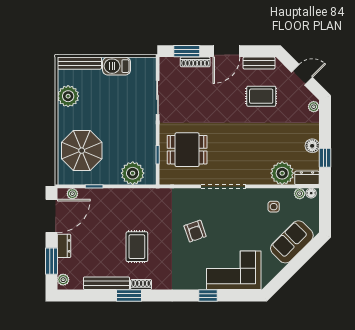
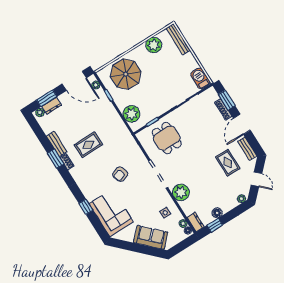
door: (226, 51) -> (242, 124), hinge flipped
barbecue: (116, 66) -> (200, 78), moved
plant: (282, 173) -> (181, 192), moved
dresser: (64, 246) -> (52, 106), moved
bench: (107, 283) -> (57, 144), width x0.73

